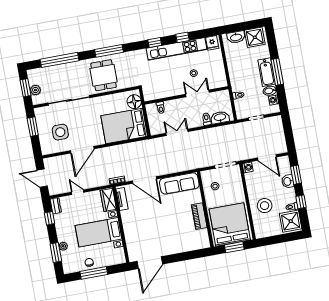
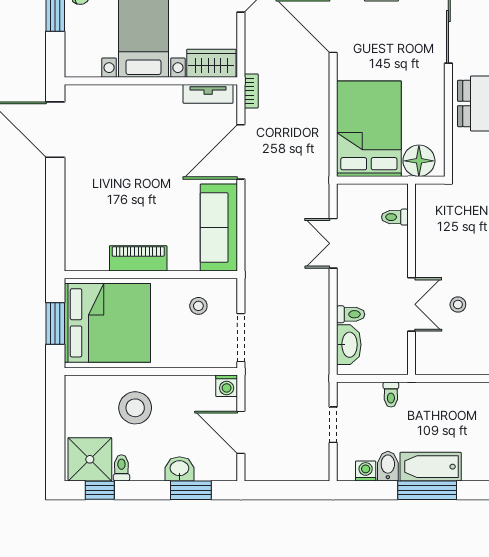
double door: (177, 132) -> (333, 243), swing flipped
door: (267, 158) -> (241, 432), hinge flipped
window: (301, 202) -> (100, 490), moved

